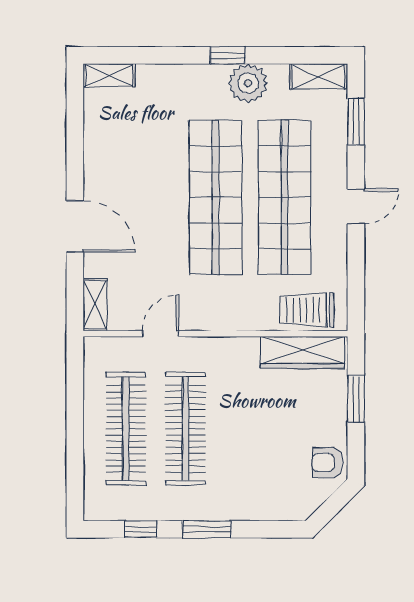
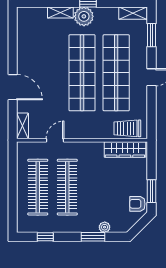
shelving: (109, 75) -> (60, 13), moved
plant: (248, 83) -> (84, 16), moved
window: (356, 399) -> (151, 191), moved
plant: (261, 510) -> (105, 227), added
window: (207, 529) -> (93, 237), moved

